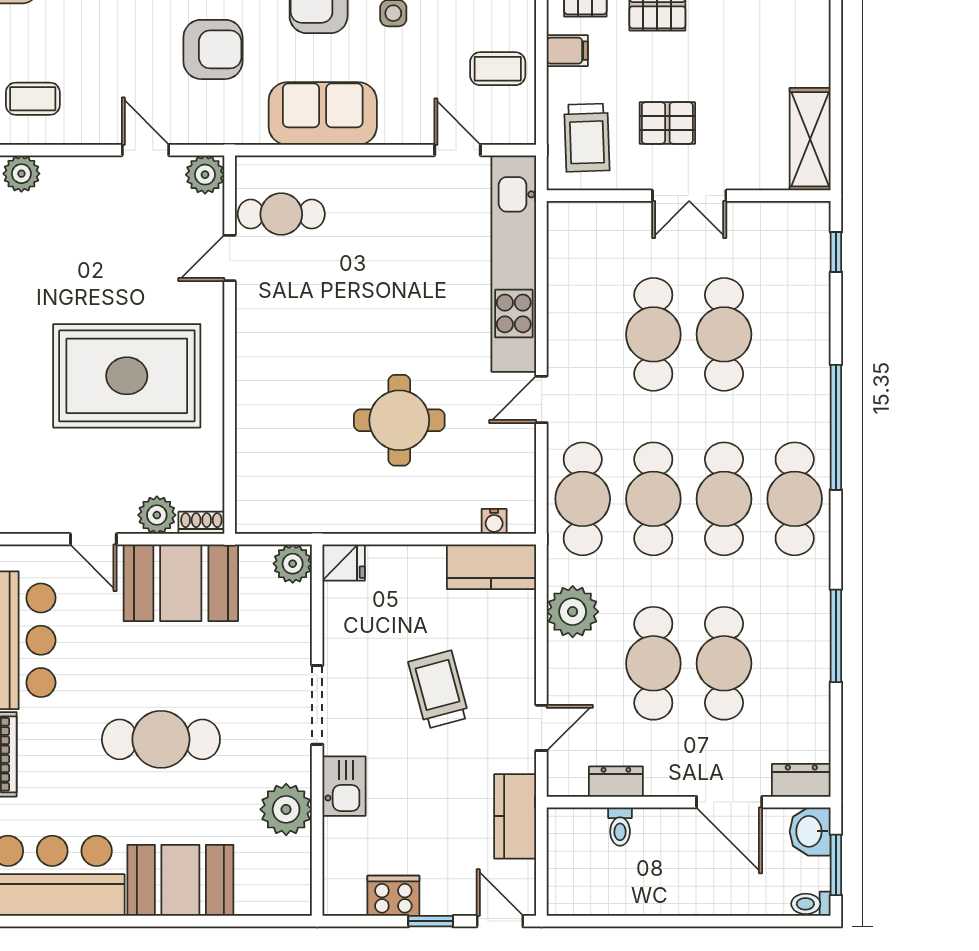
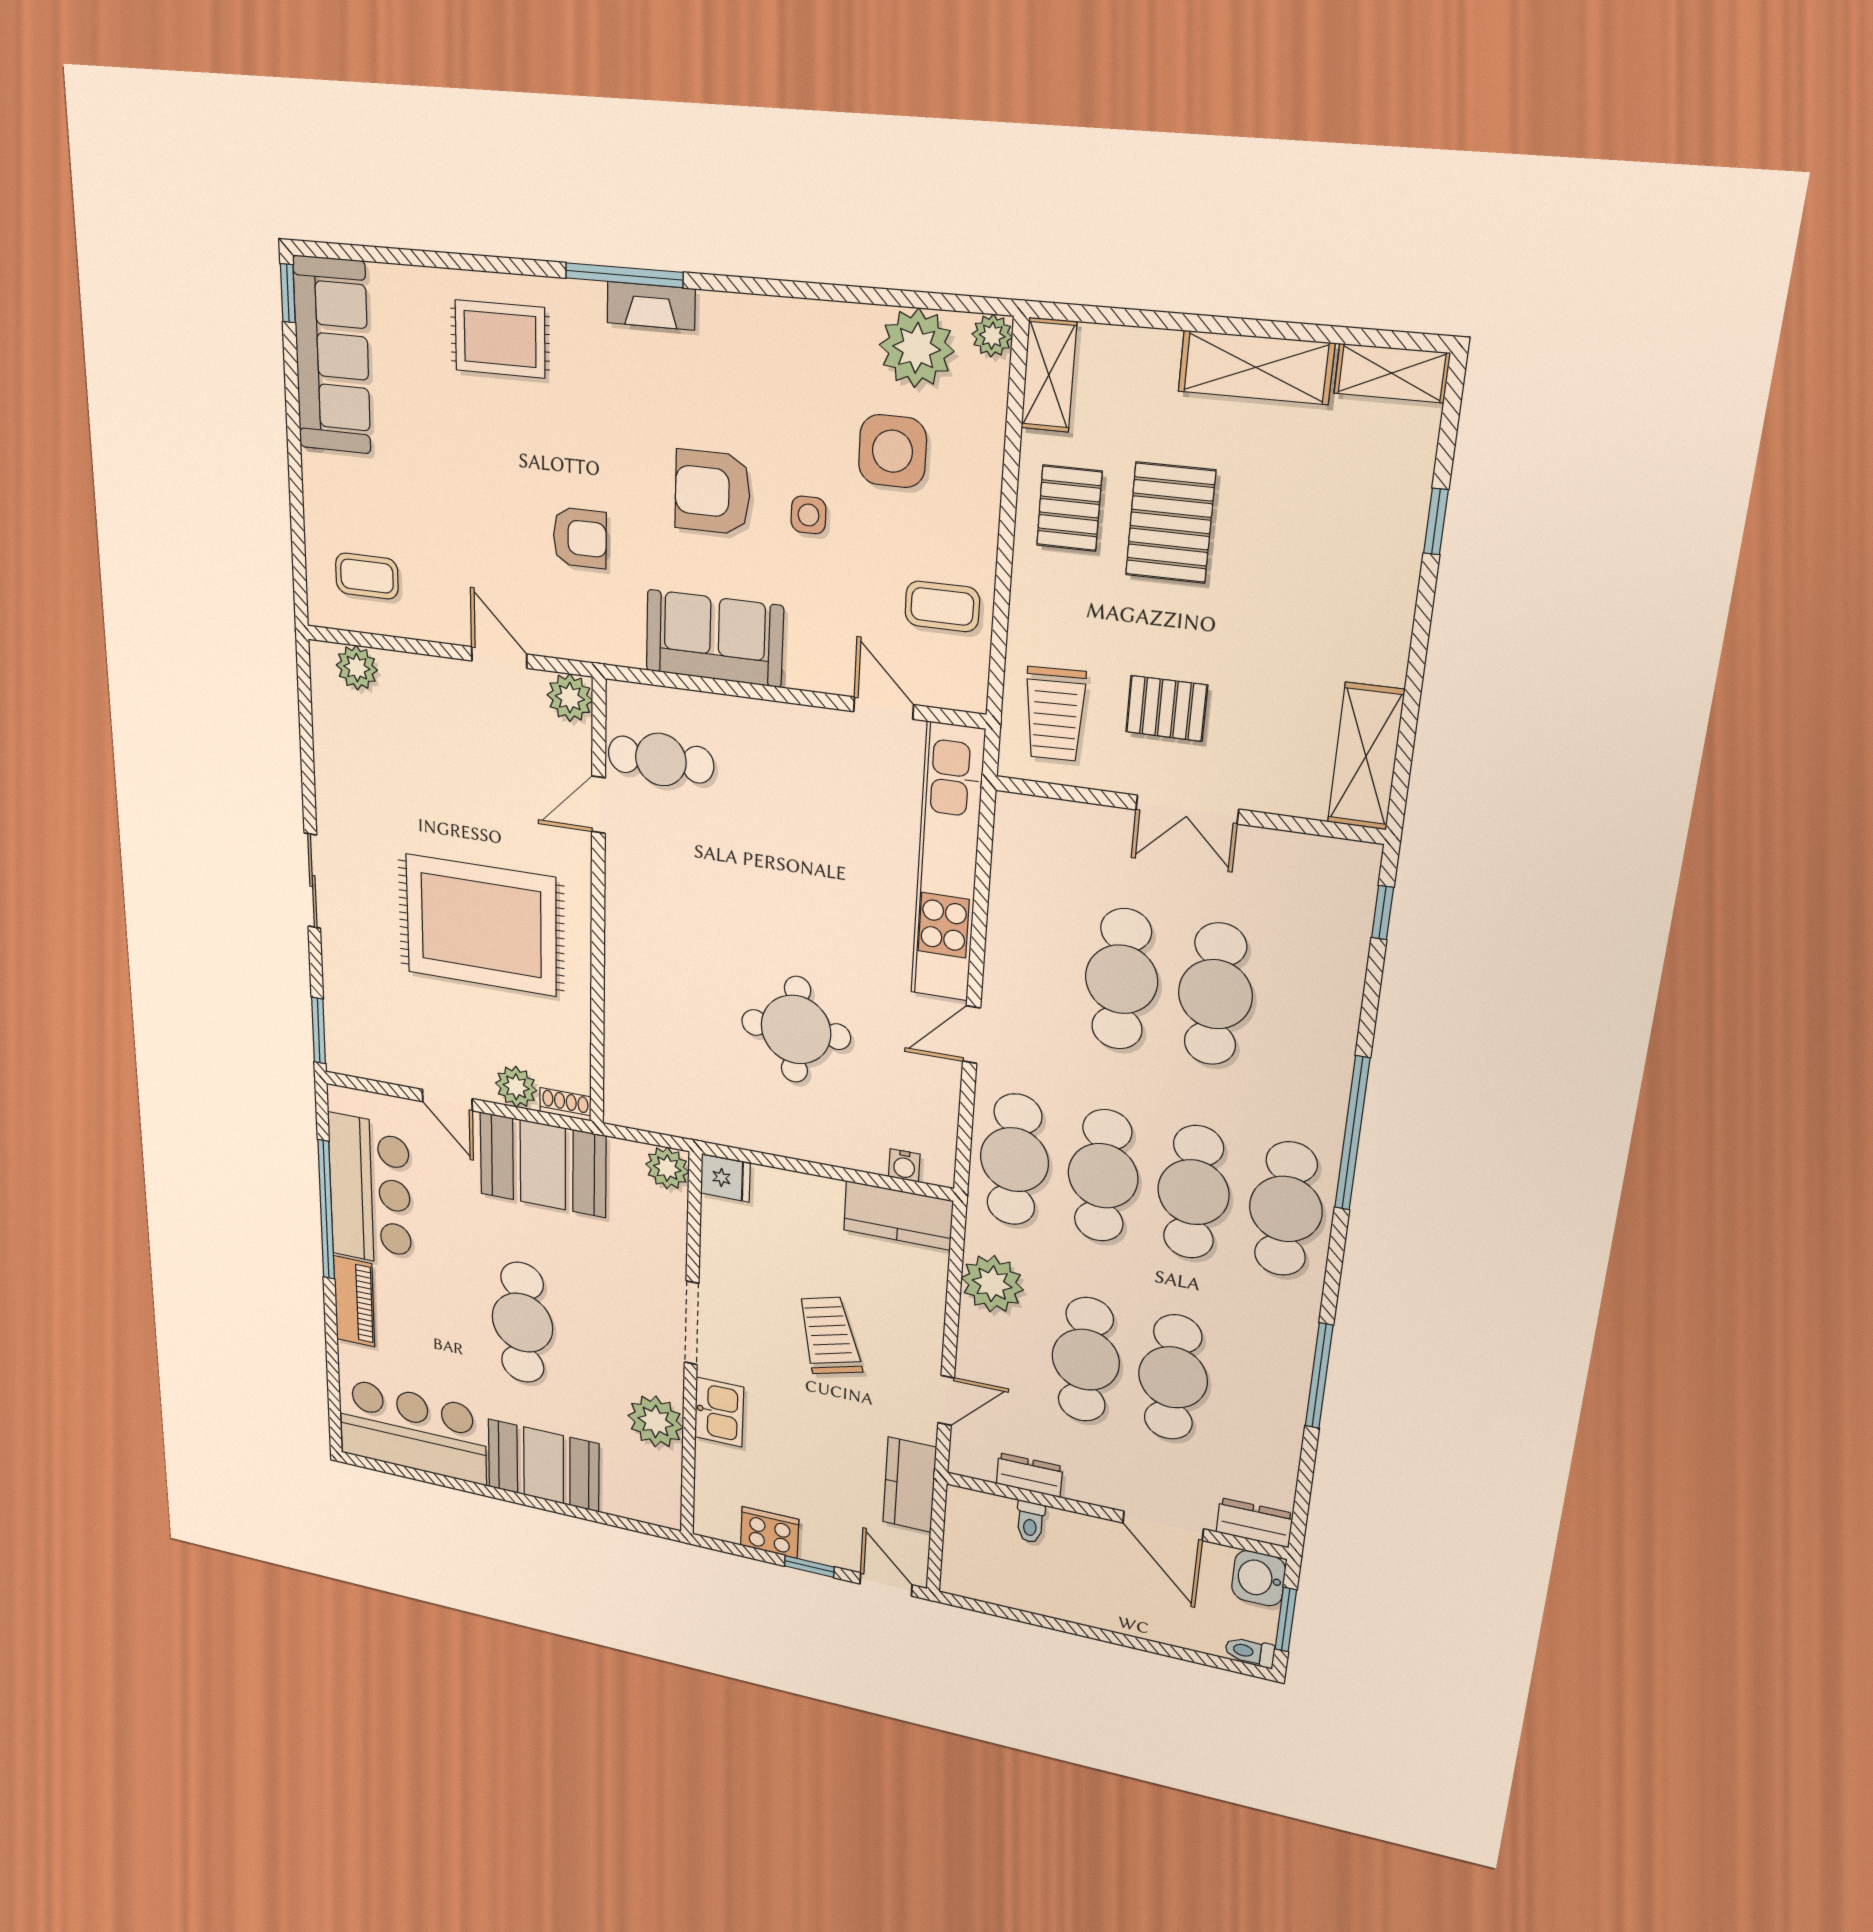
armchair: (213, 49) -> (580, 538), width x0.72, depth x0.72
filing cabinet: (567, 51) -> (1038, 593), removed
cafe table: (161, 739) -> (522, 1323), turned 90

